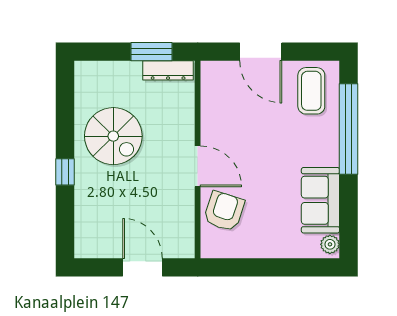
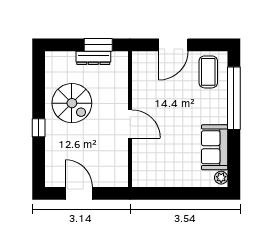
door: (261, 52) -> (173, 45), hinge flipped
dresser: (168, 70) -> (93, 58), moved
armchair: (224, 211) -> (148, 155), removed
door: (142, 267) -> (79, 193), moved

